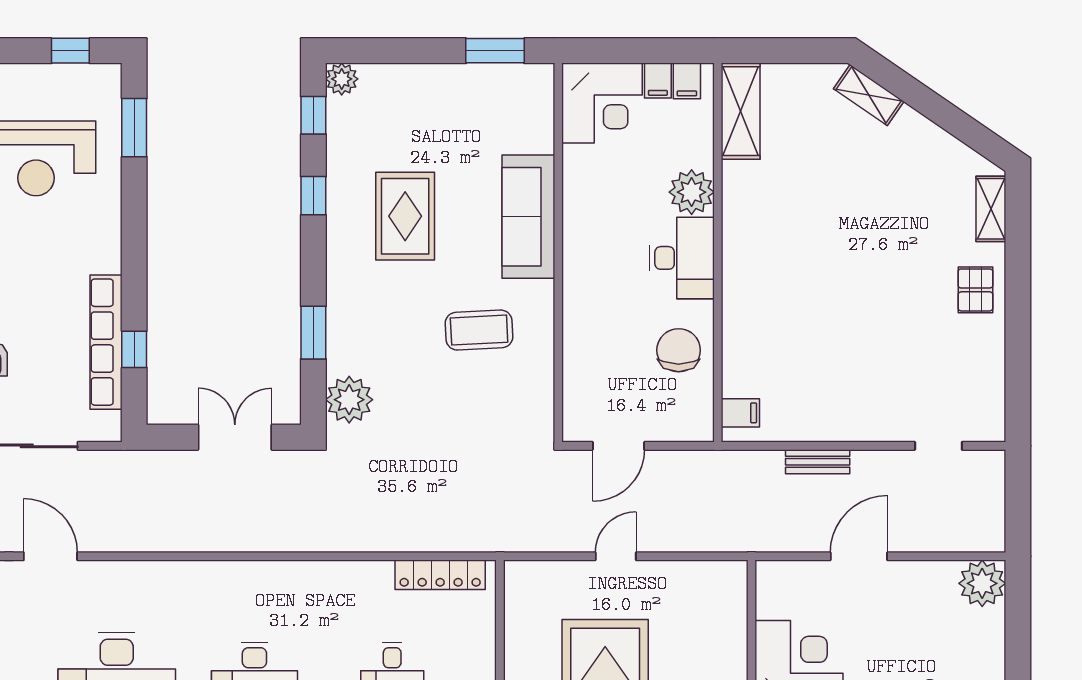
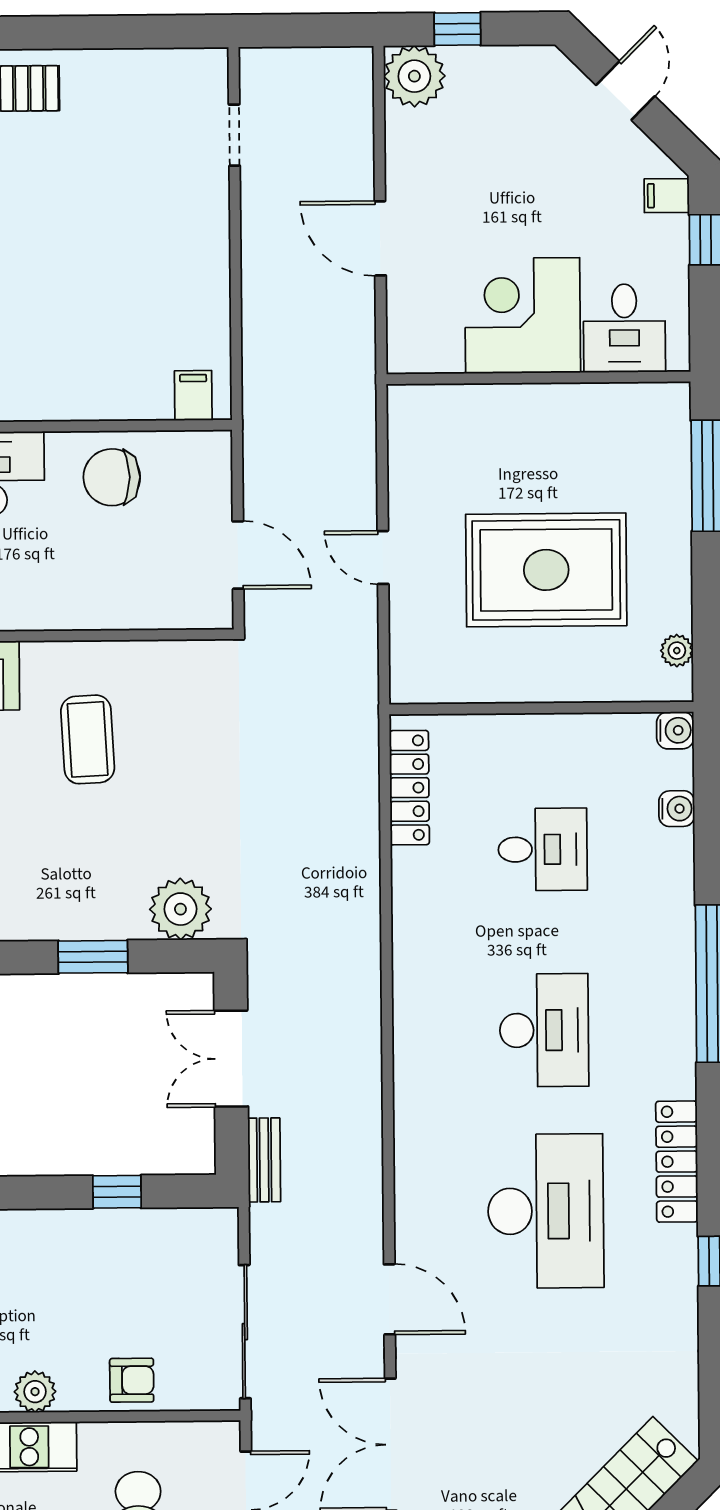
row of seats: (106, 342) -> (108, 1229), removed
bench: (818, 462) -> (264, 1160), moved
door: (50, 556) -> (389, 1299), swing flipped
window: (1018, 617) -> (457, 29), added

